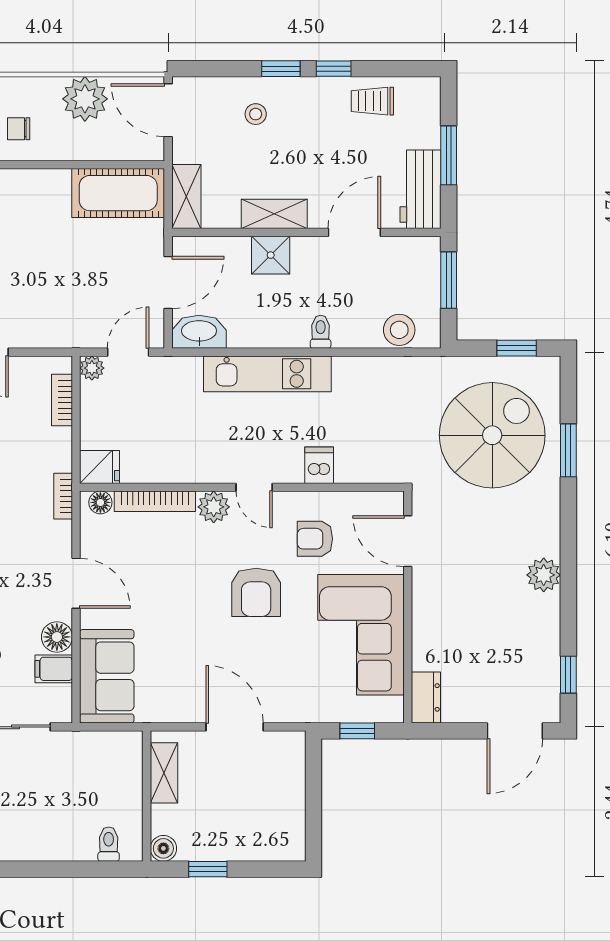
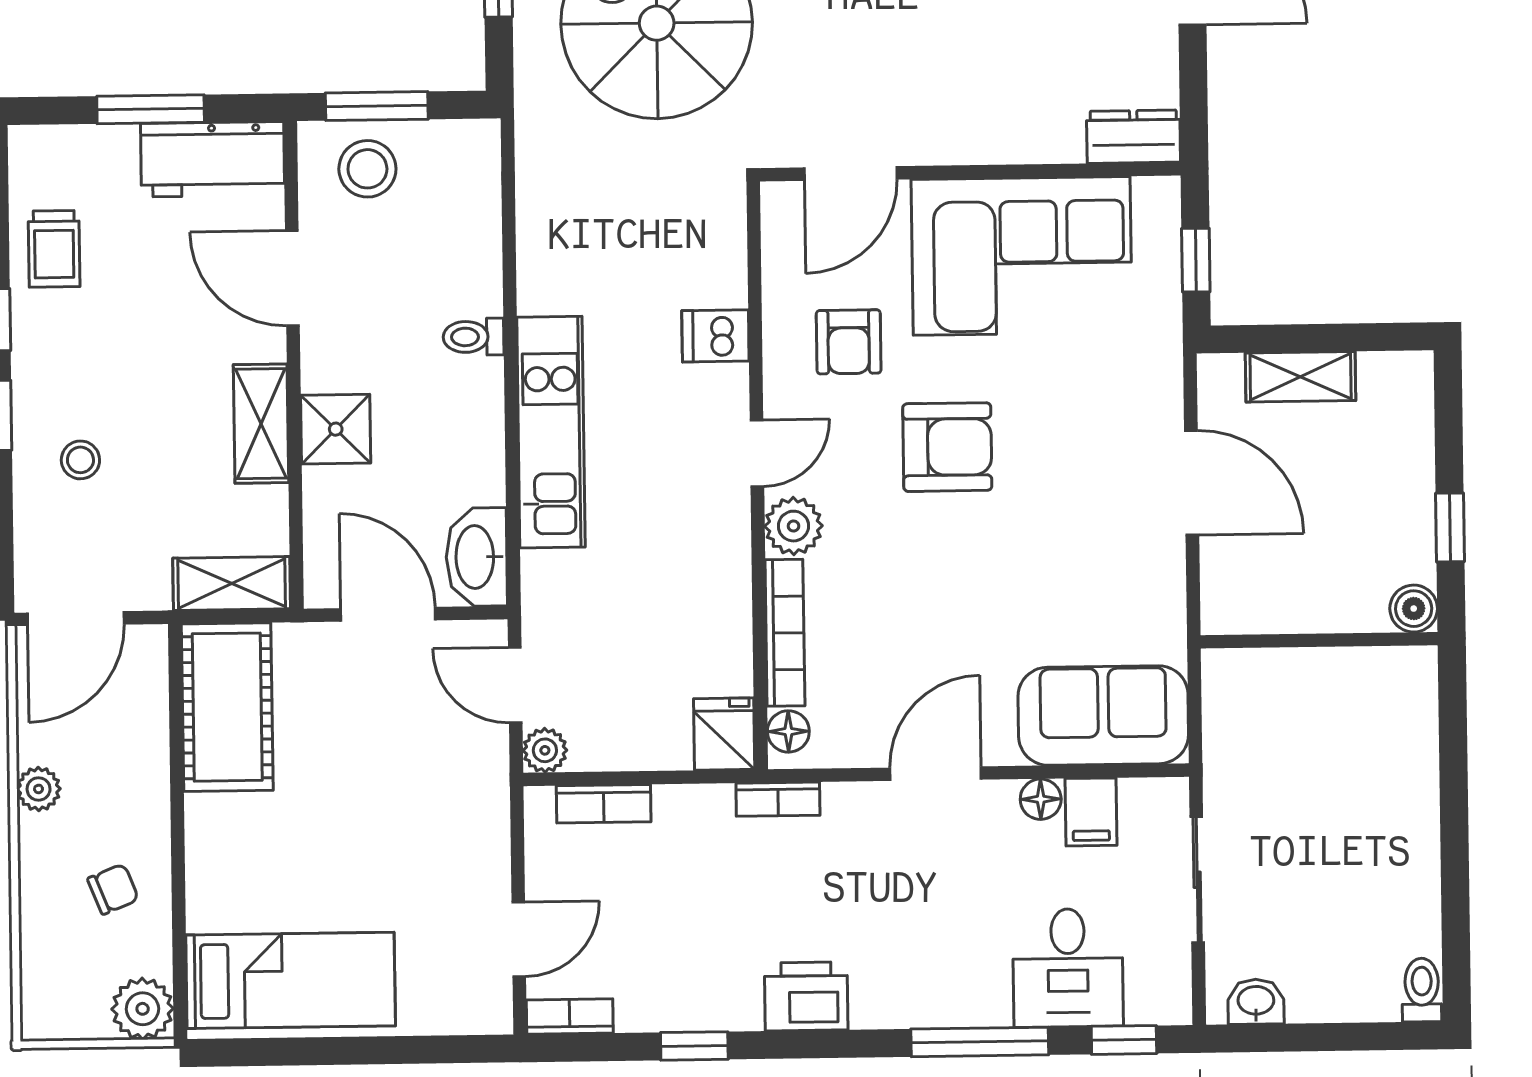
plant: (85, 99) -> (39, 789), width x0.53, depth x0.53
chair: (19, 129) -> (113, 889), turned -112
stool: (399, 330) -> (367, 169), moved
floor lamp: (57, 637) -> (1041, 799), width x0.73, depth x0.73
door: (235, 727) -> (1192, 483), swing flipped
shelving: (164, 773) -> (1301, 377), moved
toilet: (109, 844) -> (1407, 708), removed

